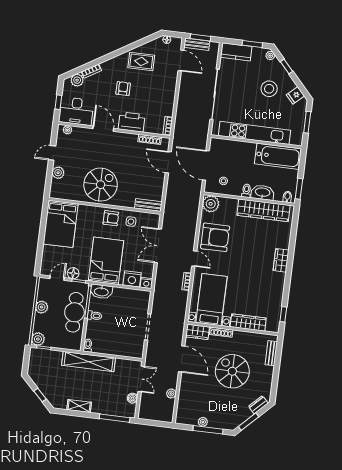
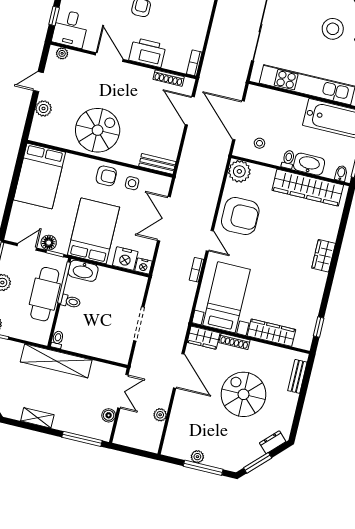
desk: (76, 111) -> (70, 29), width x0.73

